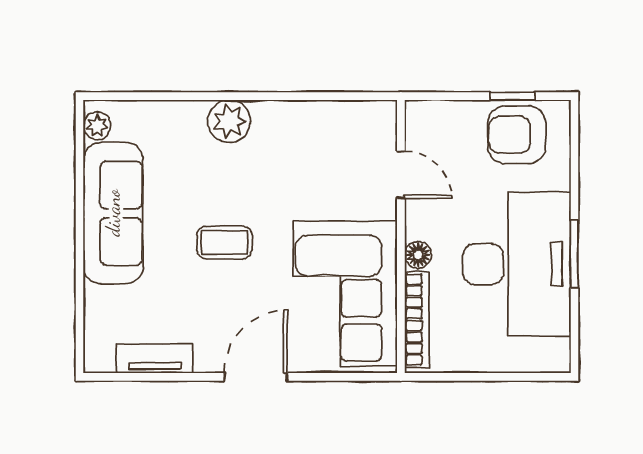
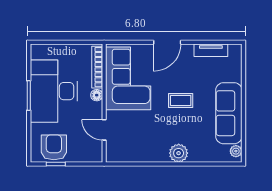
armchair: (517, 135) -> (54, 147), turned -90

